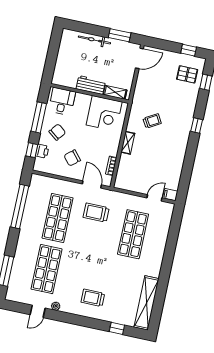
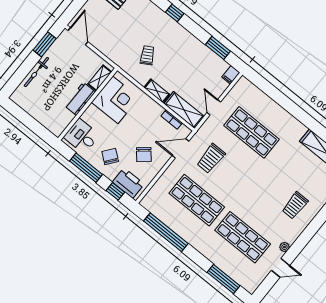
printer: (42, 151) -> (128, 183), width x1.87, depth x1.48
shelving: (124, 172) -> (184, 110), added
window: (186, 174) -> (218, 48), added
door: (154, 198) -> (214, 107), moved
door: (38, 311) -> (281, 268), hinge flipped

